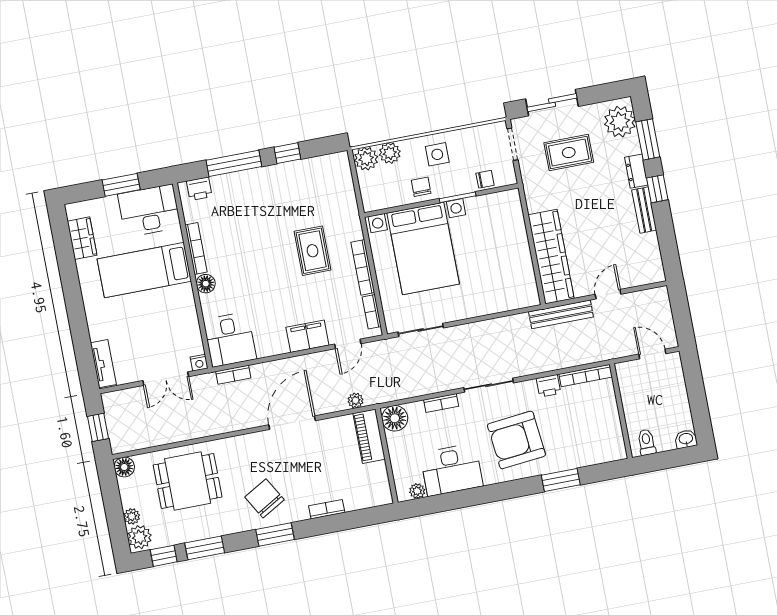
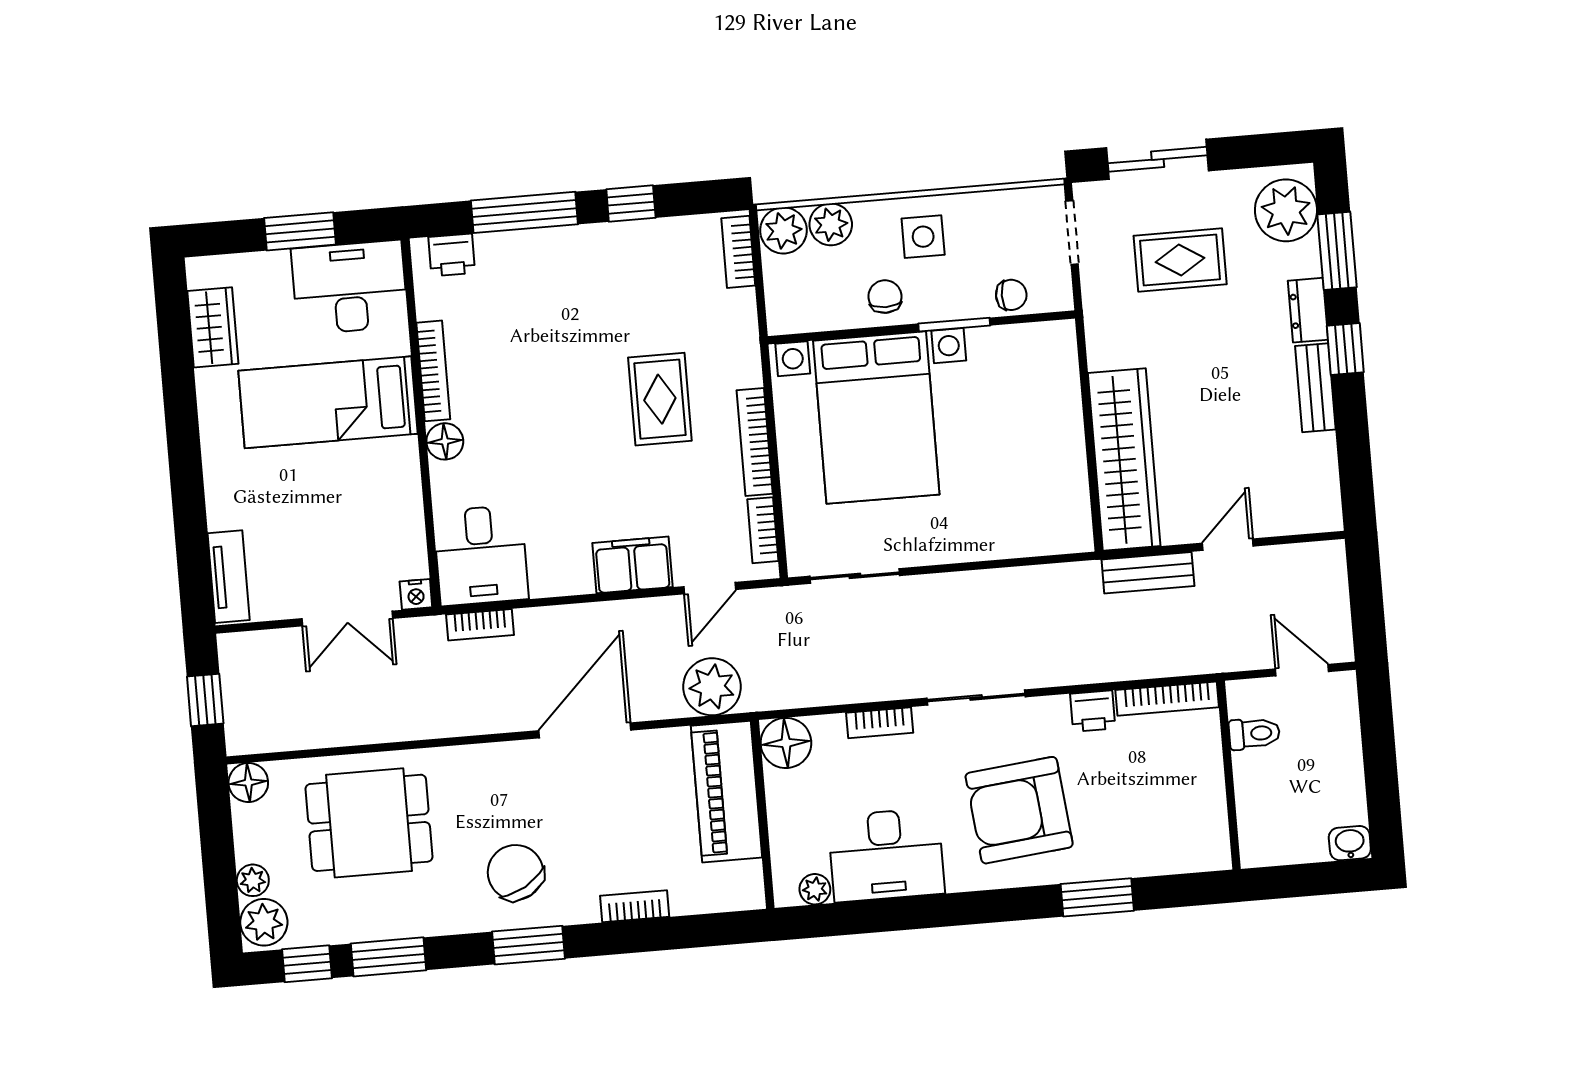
bookcase: (344, 172) -> (738, 252), added
bench: (561, 314) -> (1148, 573), width x0.73
plant: (356, 400) -> (712, 687), width x1.88, depth x1.88
piano: (369, 436) -> (726, 792), width x1.37, depth x1.33
toilet: (647, 442) -> (1254, 734), moved, turned 90

